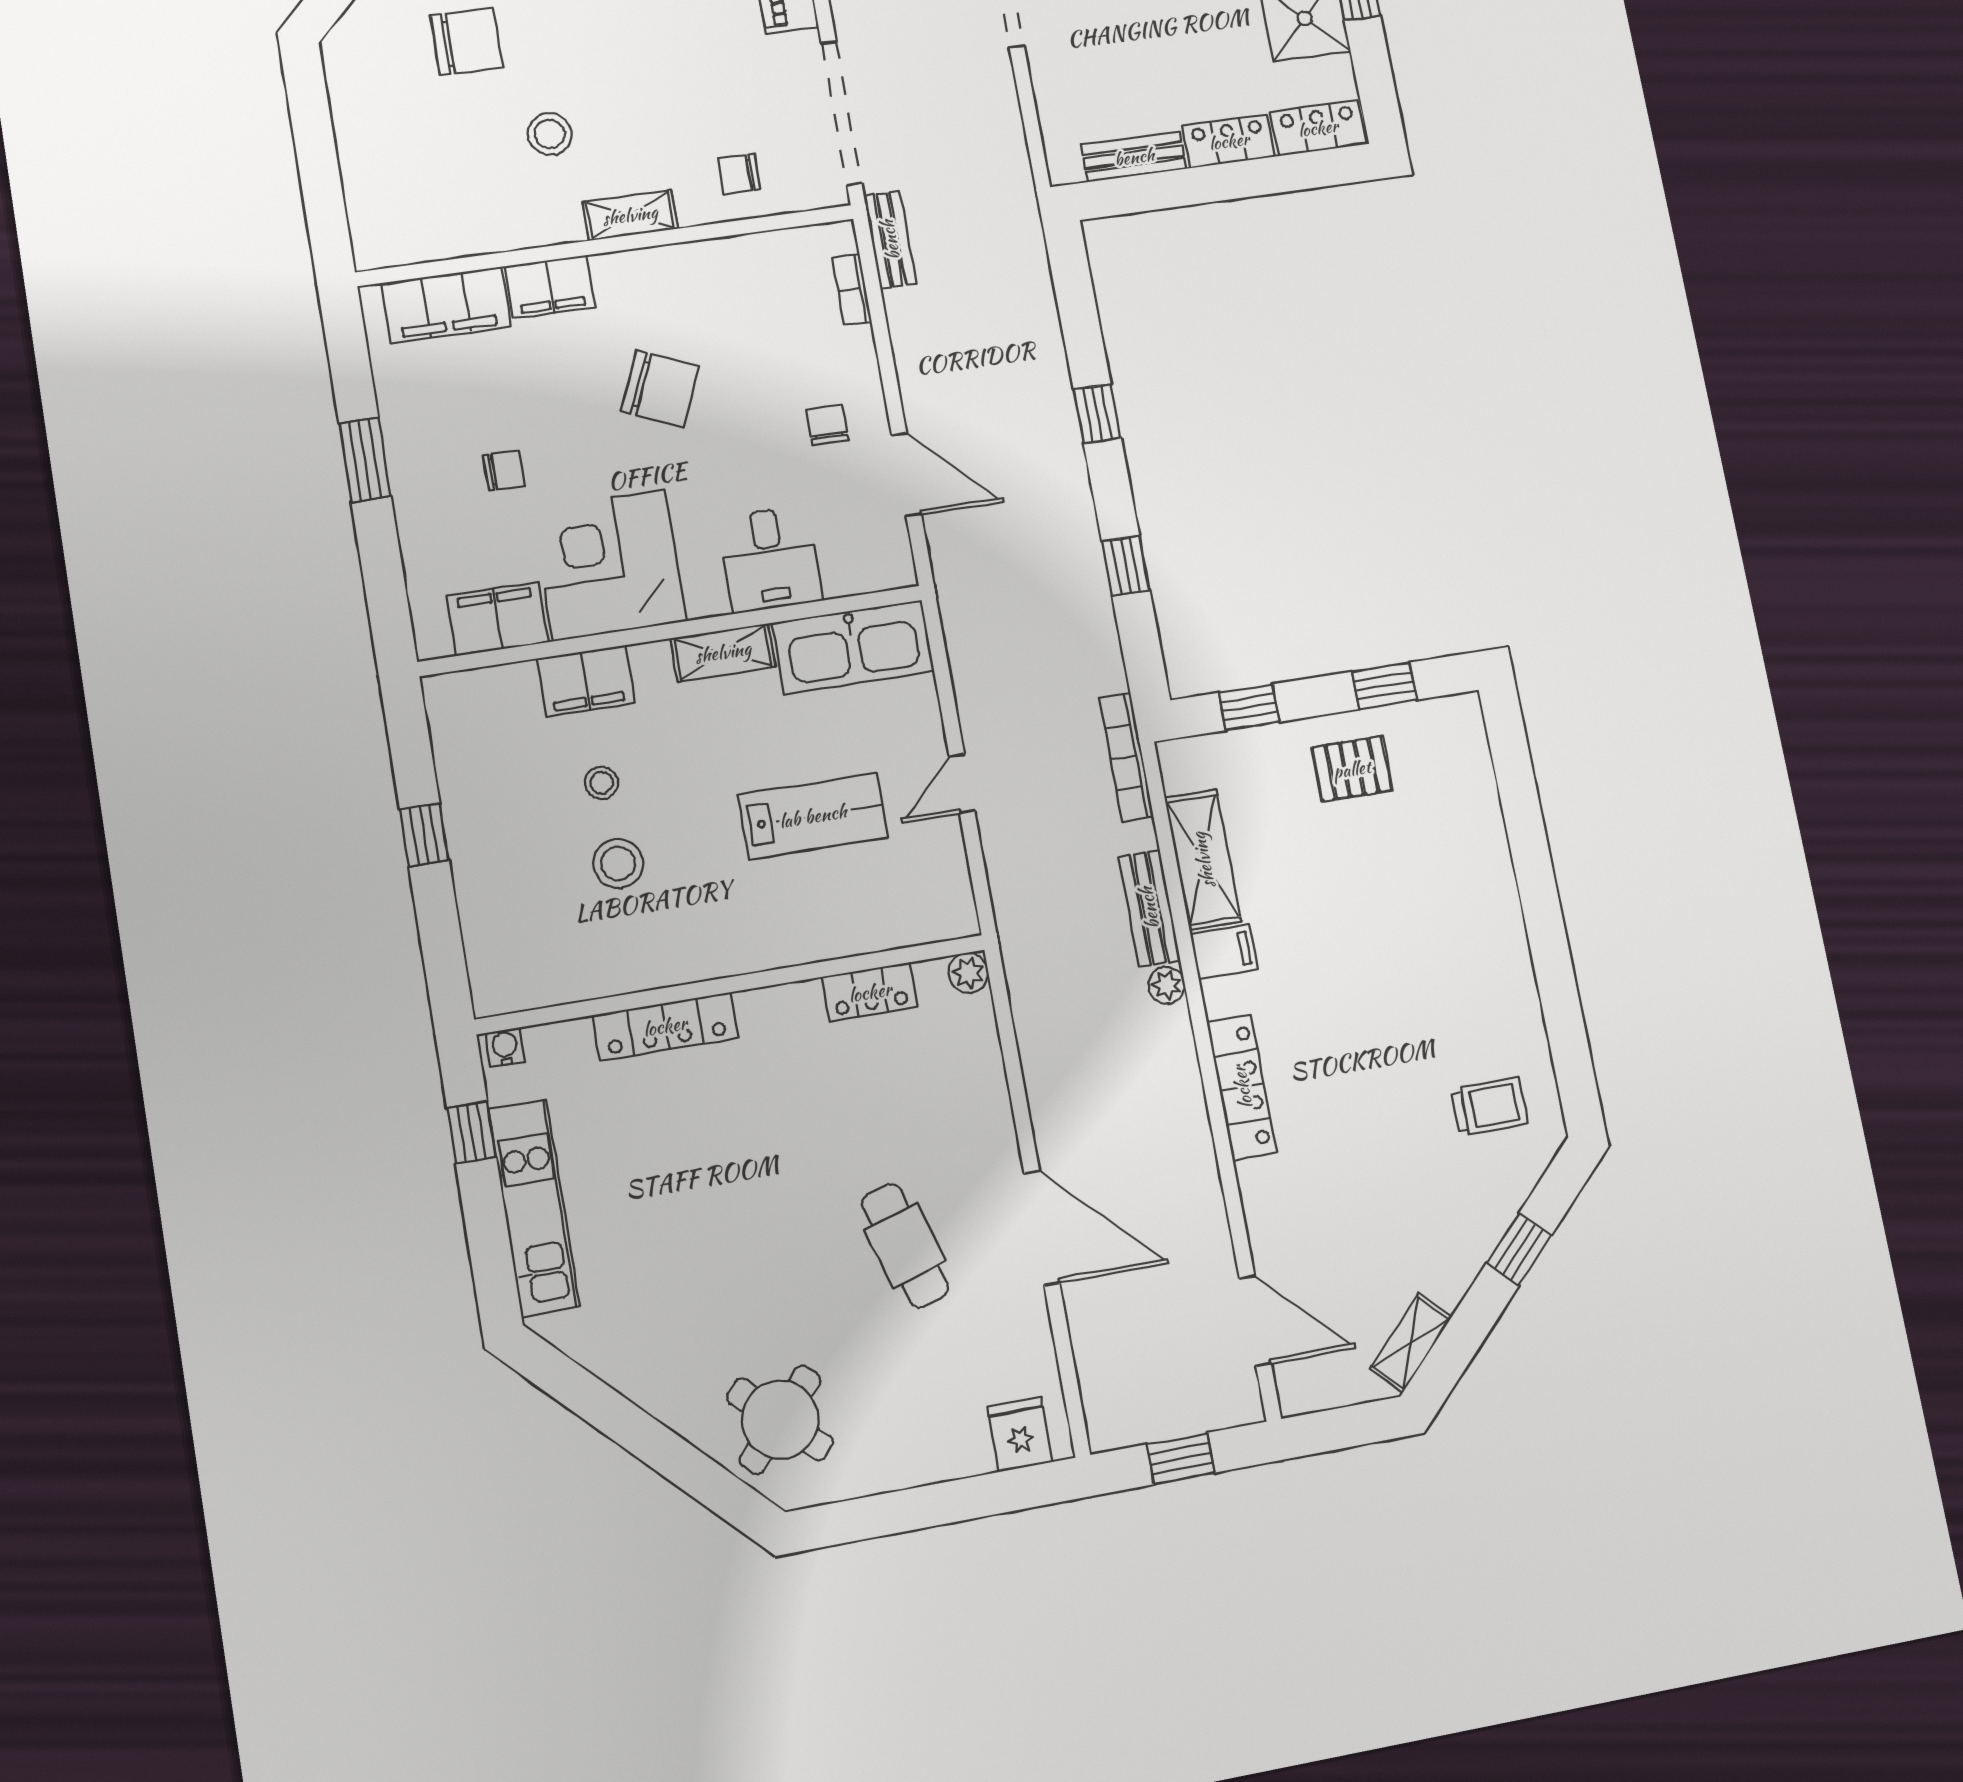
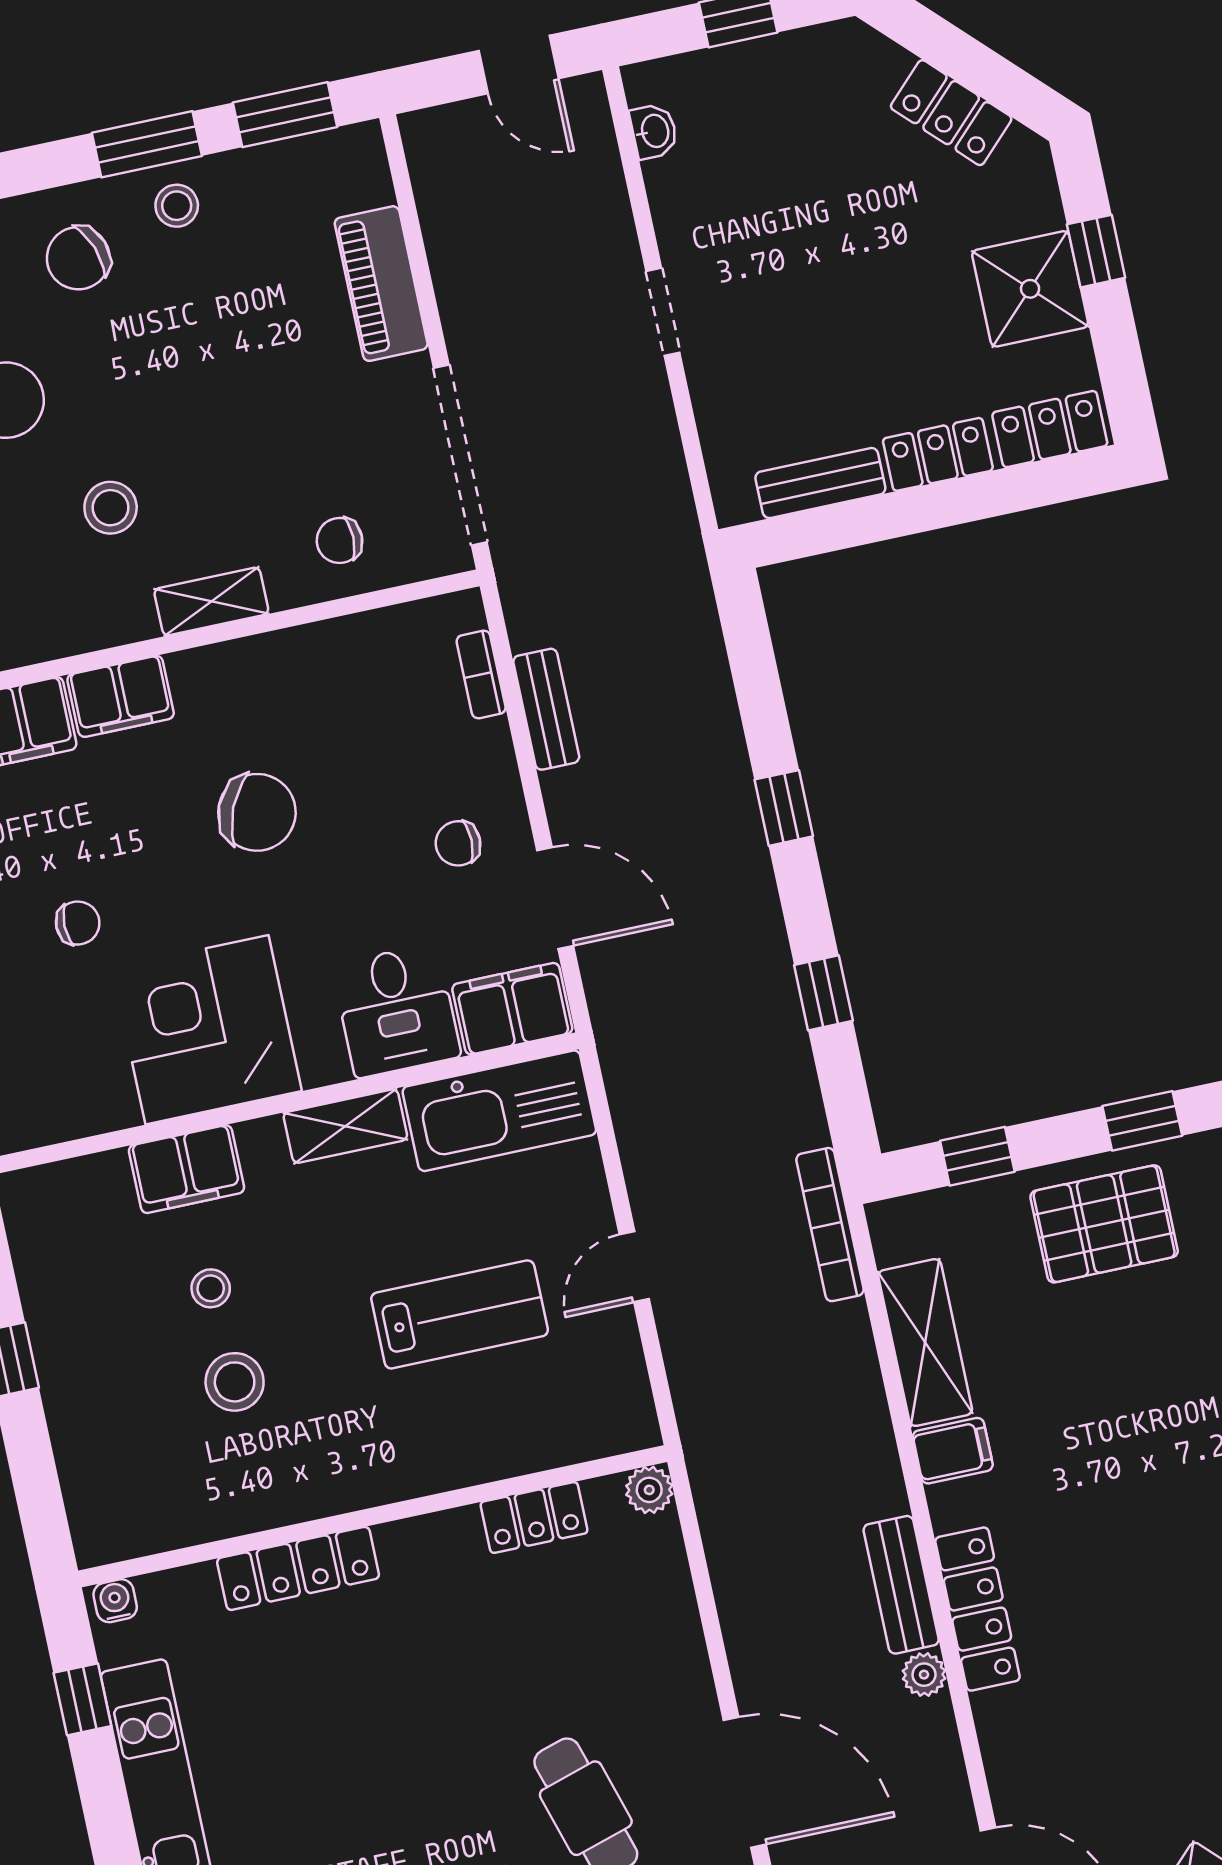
bench: (890, 240) -> (546, 709), moved
chair: (827, 425) -> (458, 843), turned -90
filing cabinet: (498, 619) -> (512, 1009), moved
pallet: (1352, 769) -> (1104, 1224), width x1.50, depth x1.42
bench: (1149, 908) -> (901, 1585), moved
plant: (1167, 985) -> (924, 1675), moved

